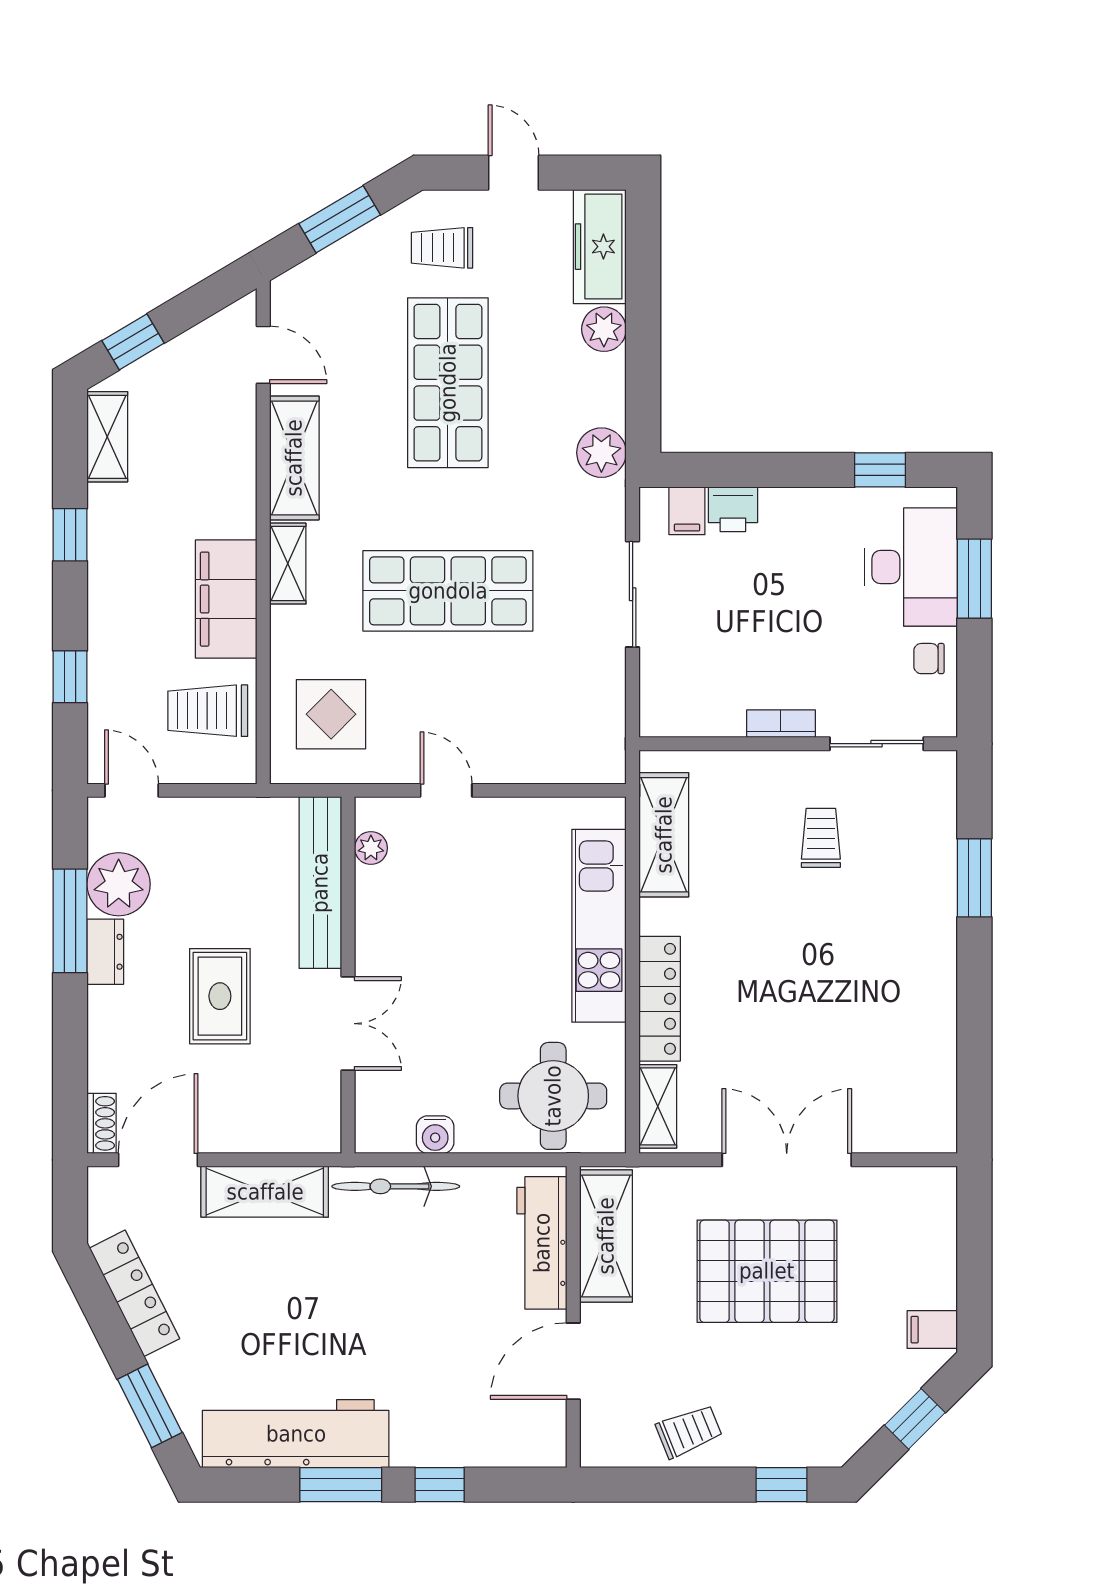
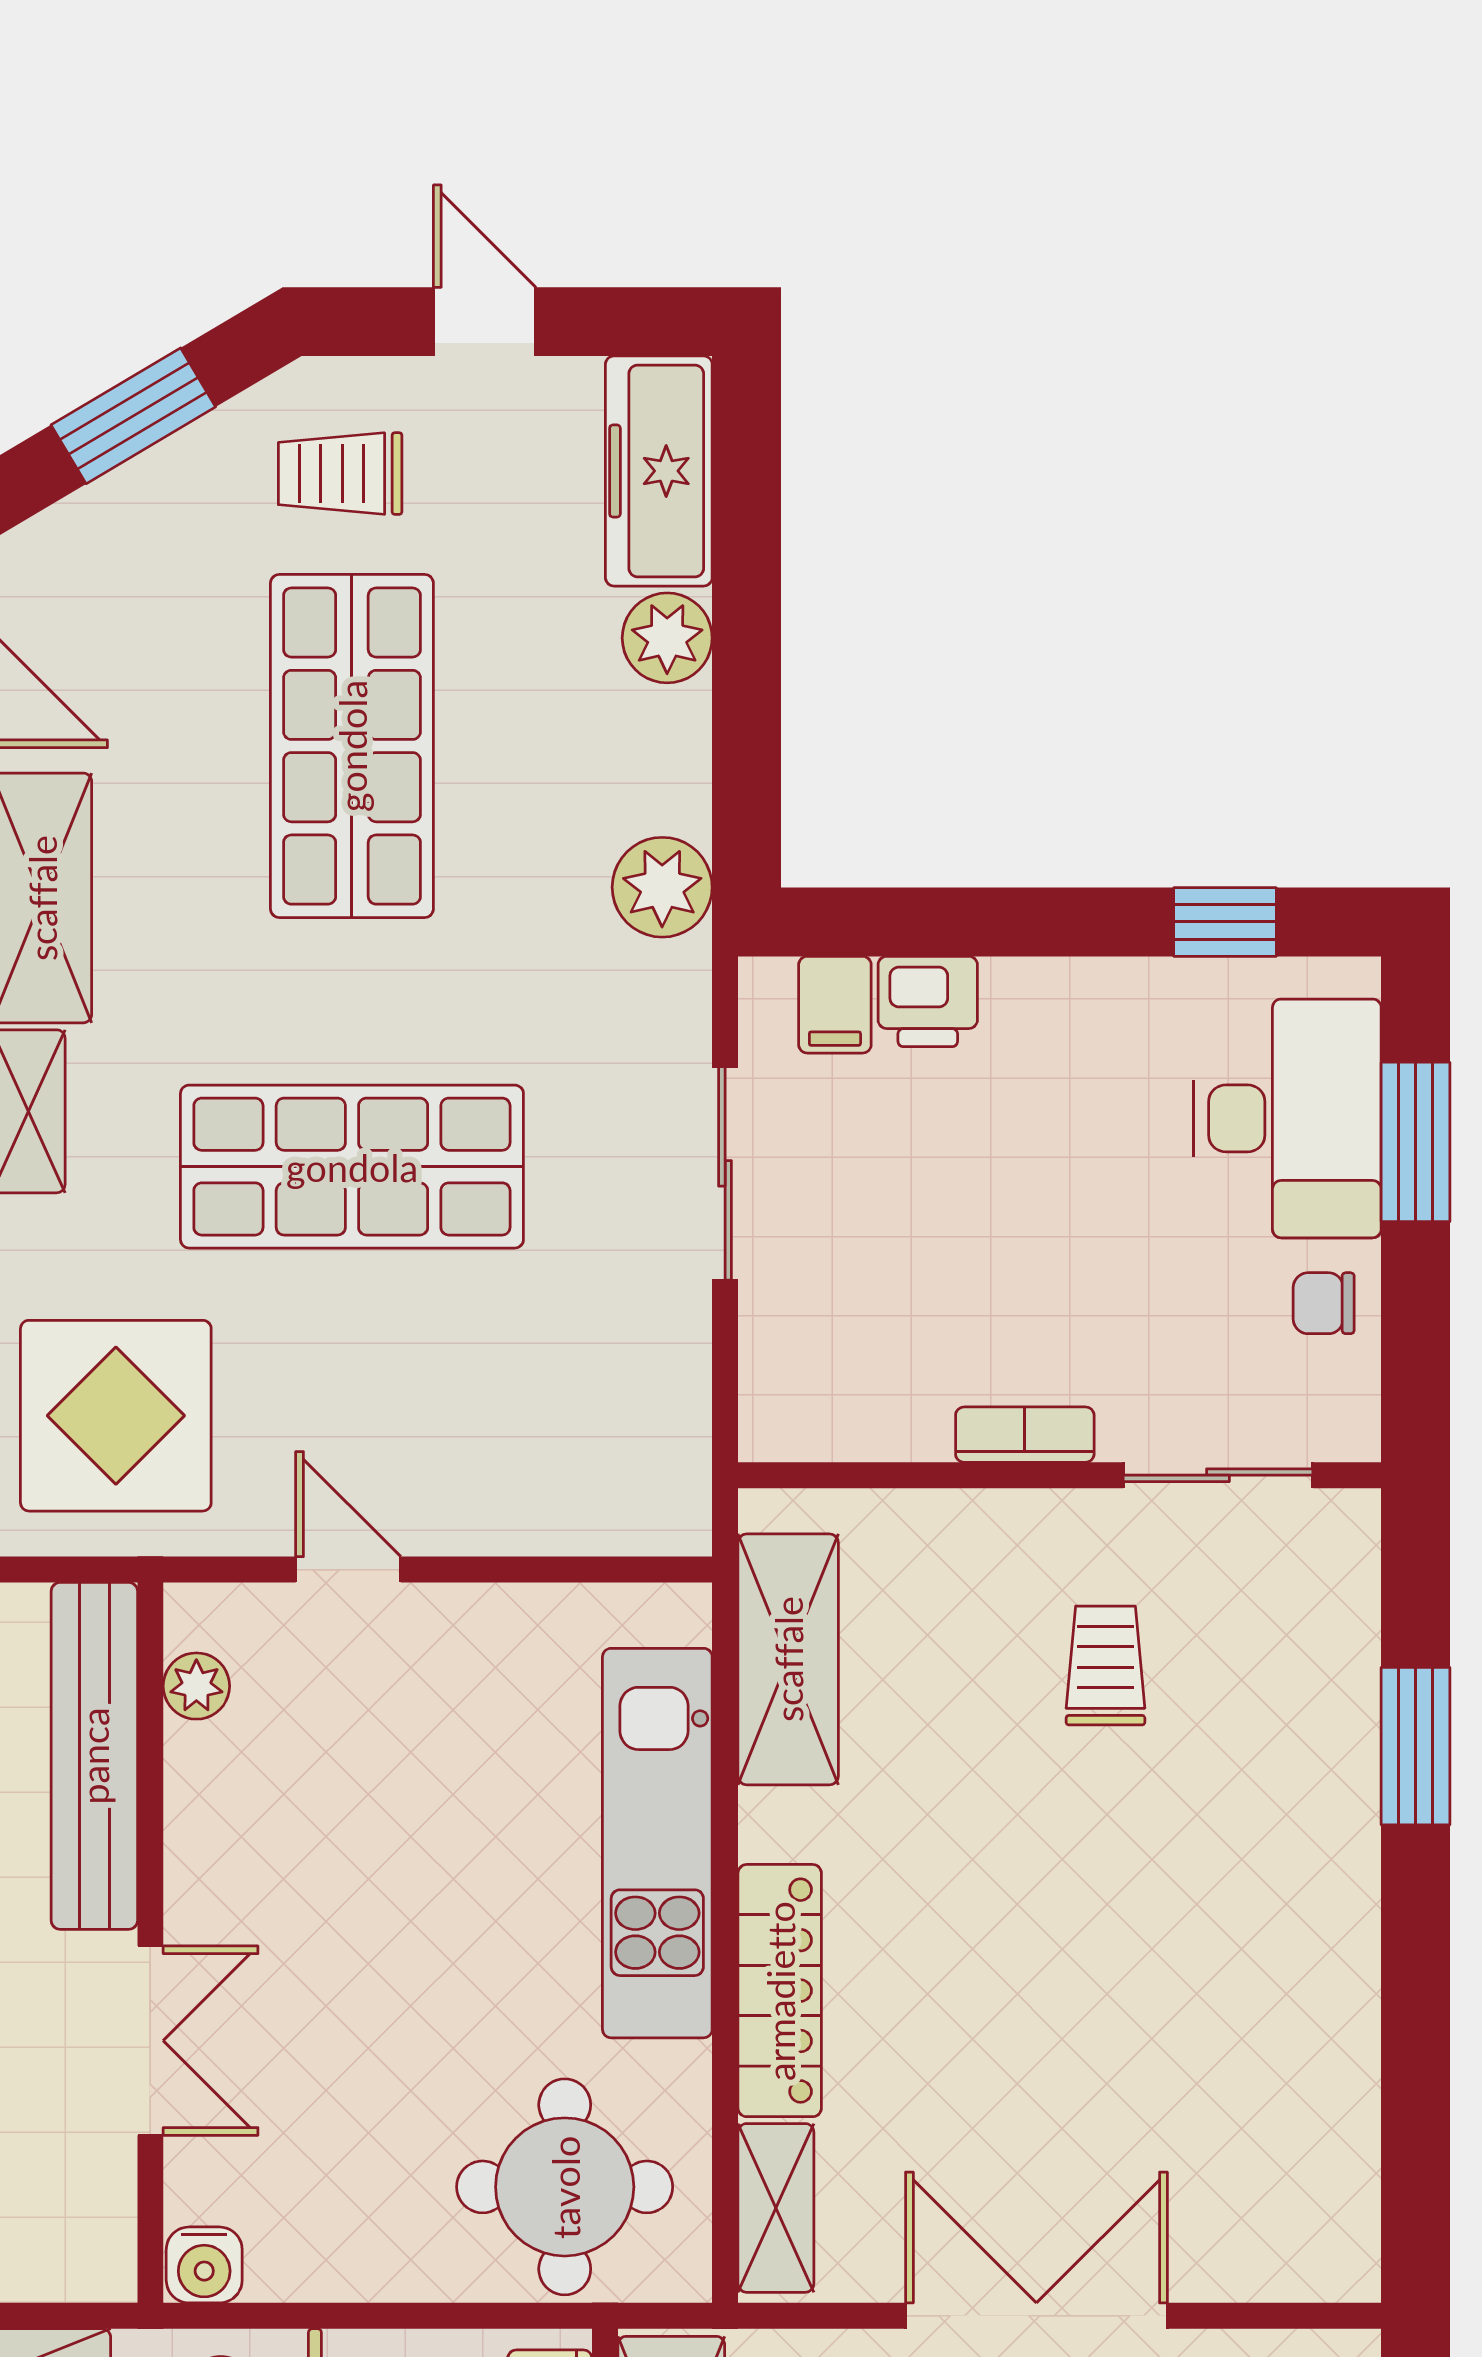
display table: (331, 714) -> (116, 1416), width x1.36, depth x1.36
water cooler: (435, 1135) -> (204, 2265), moved

